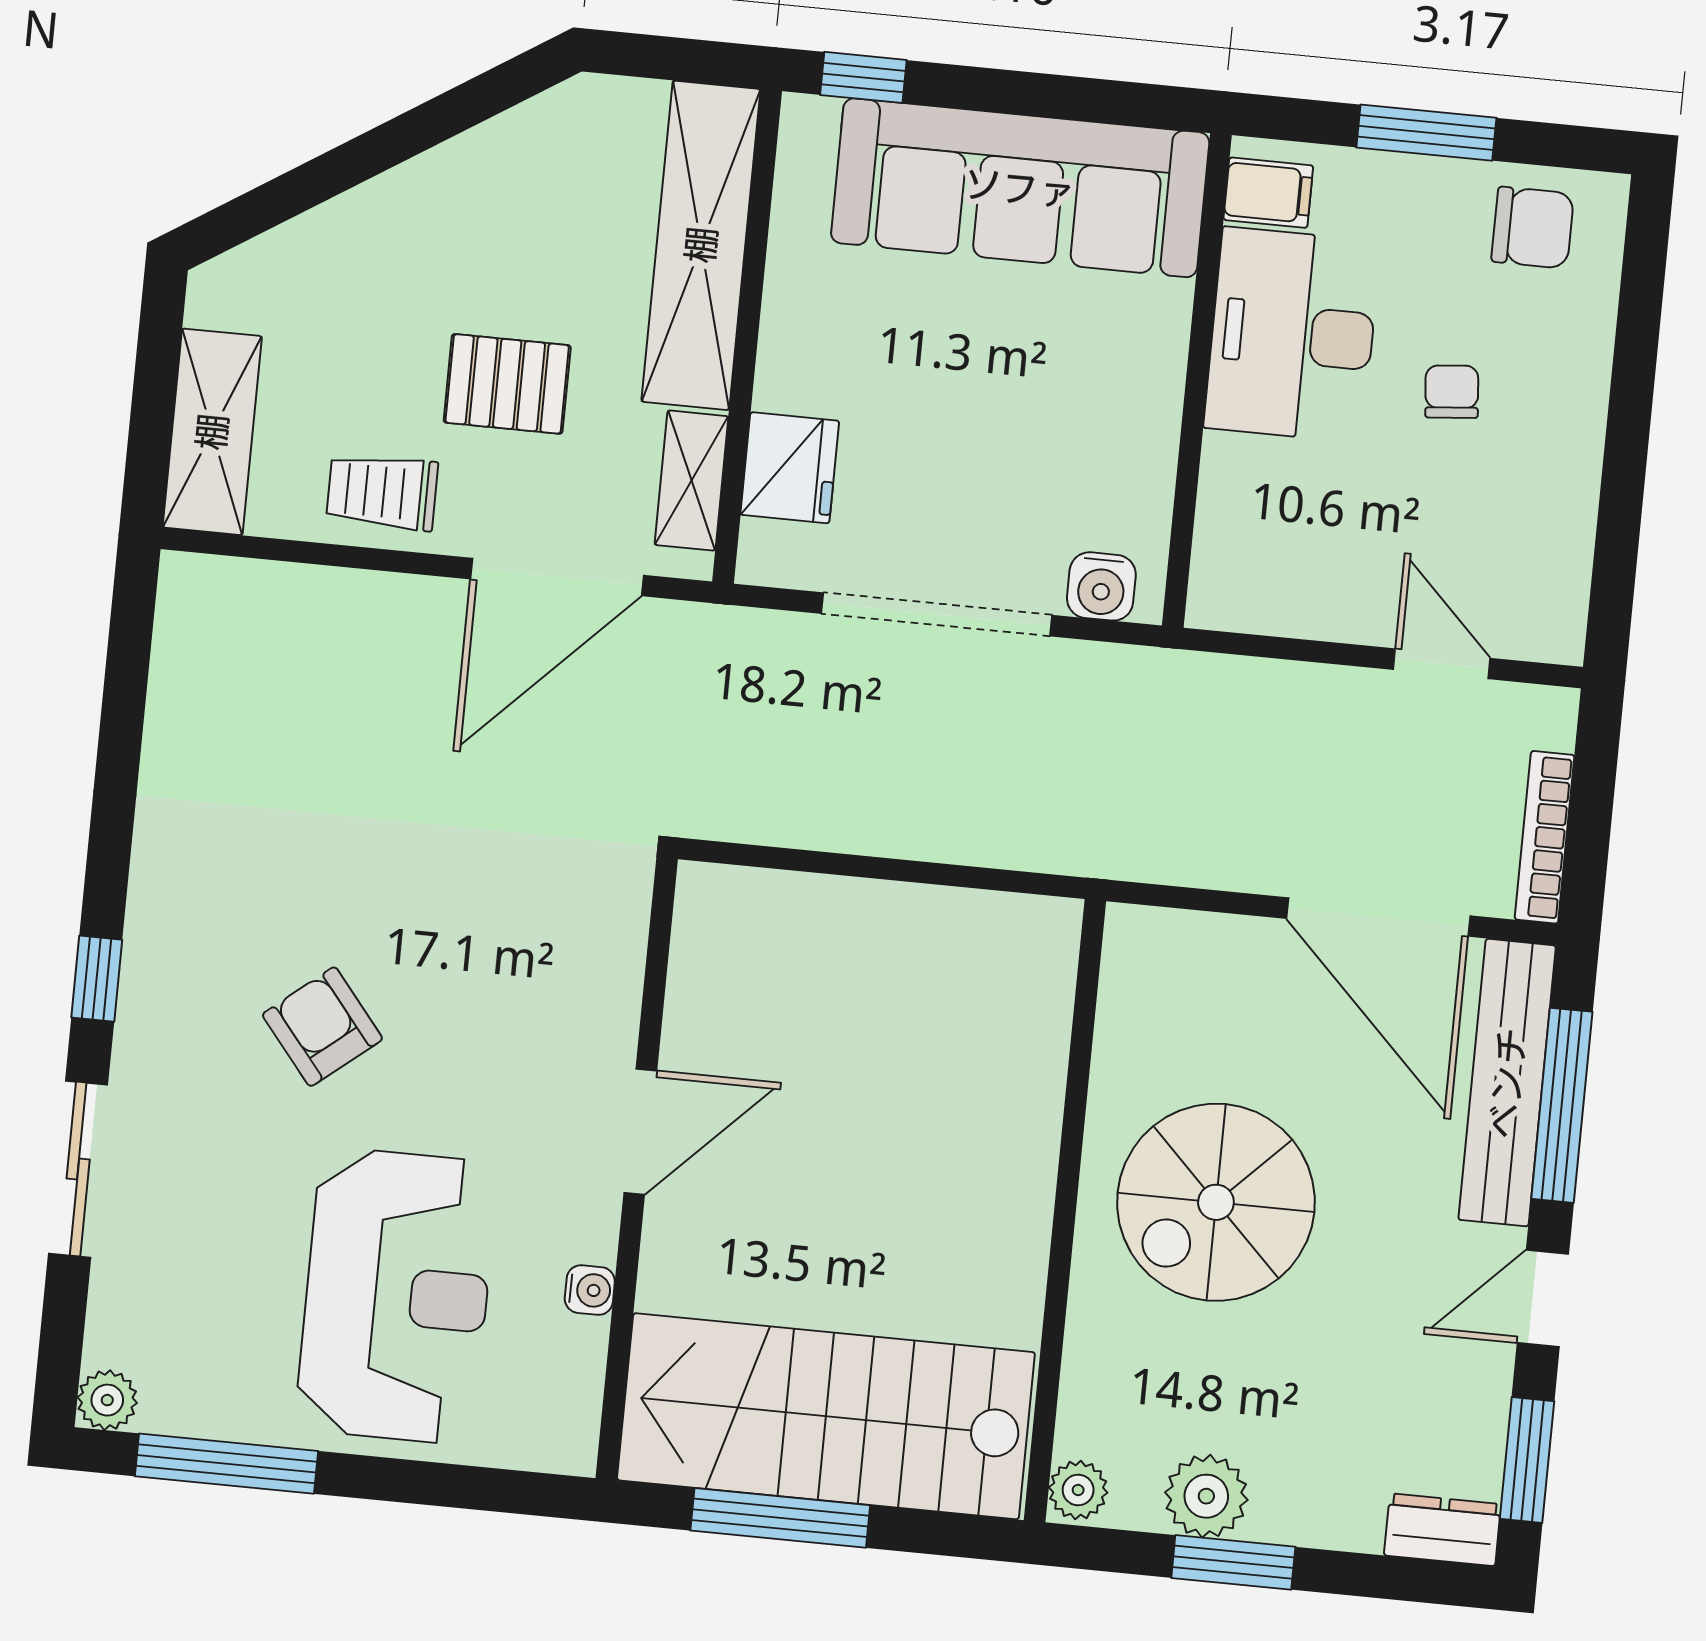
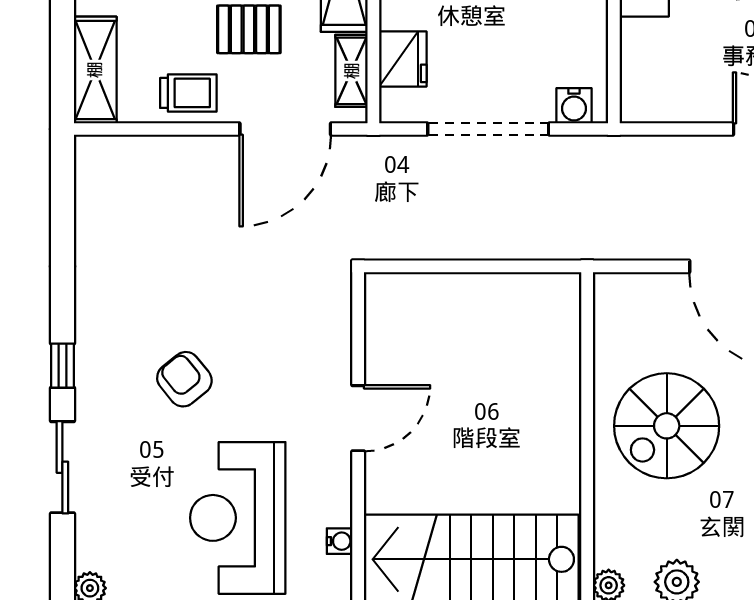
trolley: (382, 492) -> (188, 93), turned 180
water cooler: (590, 1290) -> (340, 541), moved
reception desk: (397, 1296) -> (238, 518), turned 180

